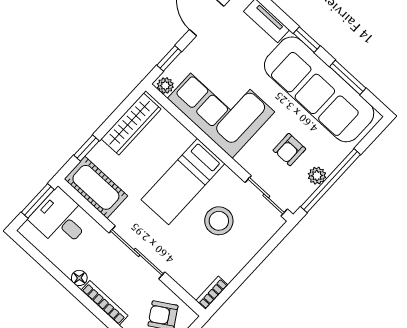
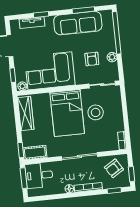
window: (307, 40) -> (41, 14), moved
sofa: (319, 89) -> (78, 23), width x0.74, depth x0.79
window: (86, 148) -> (21, 150), moved
window: (331, 181) -> (117, 33), moved
bed: (183, 182) -> (67, 113), width x1.50
cot: (96, 187) -> (35, 153), width x0.73, depth x0.75

